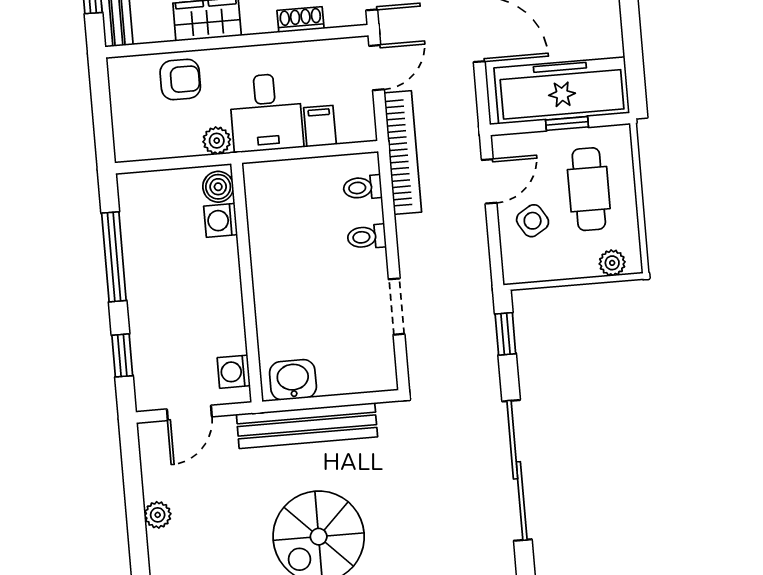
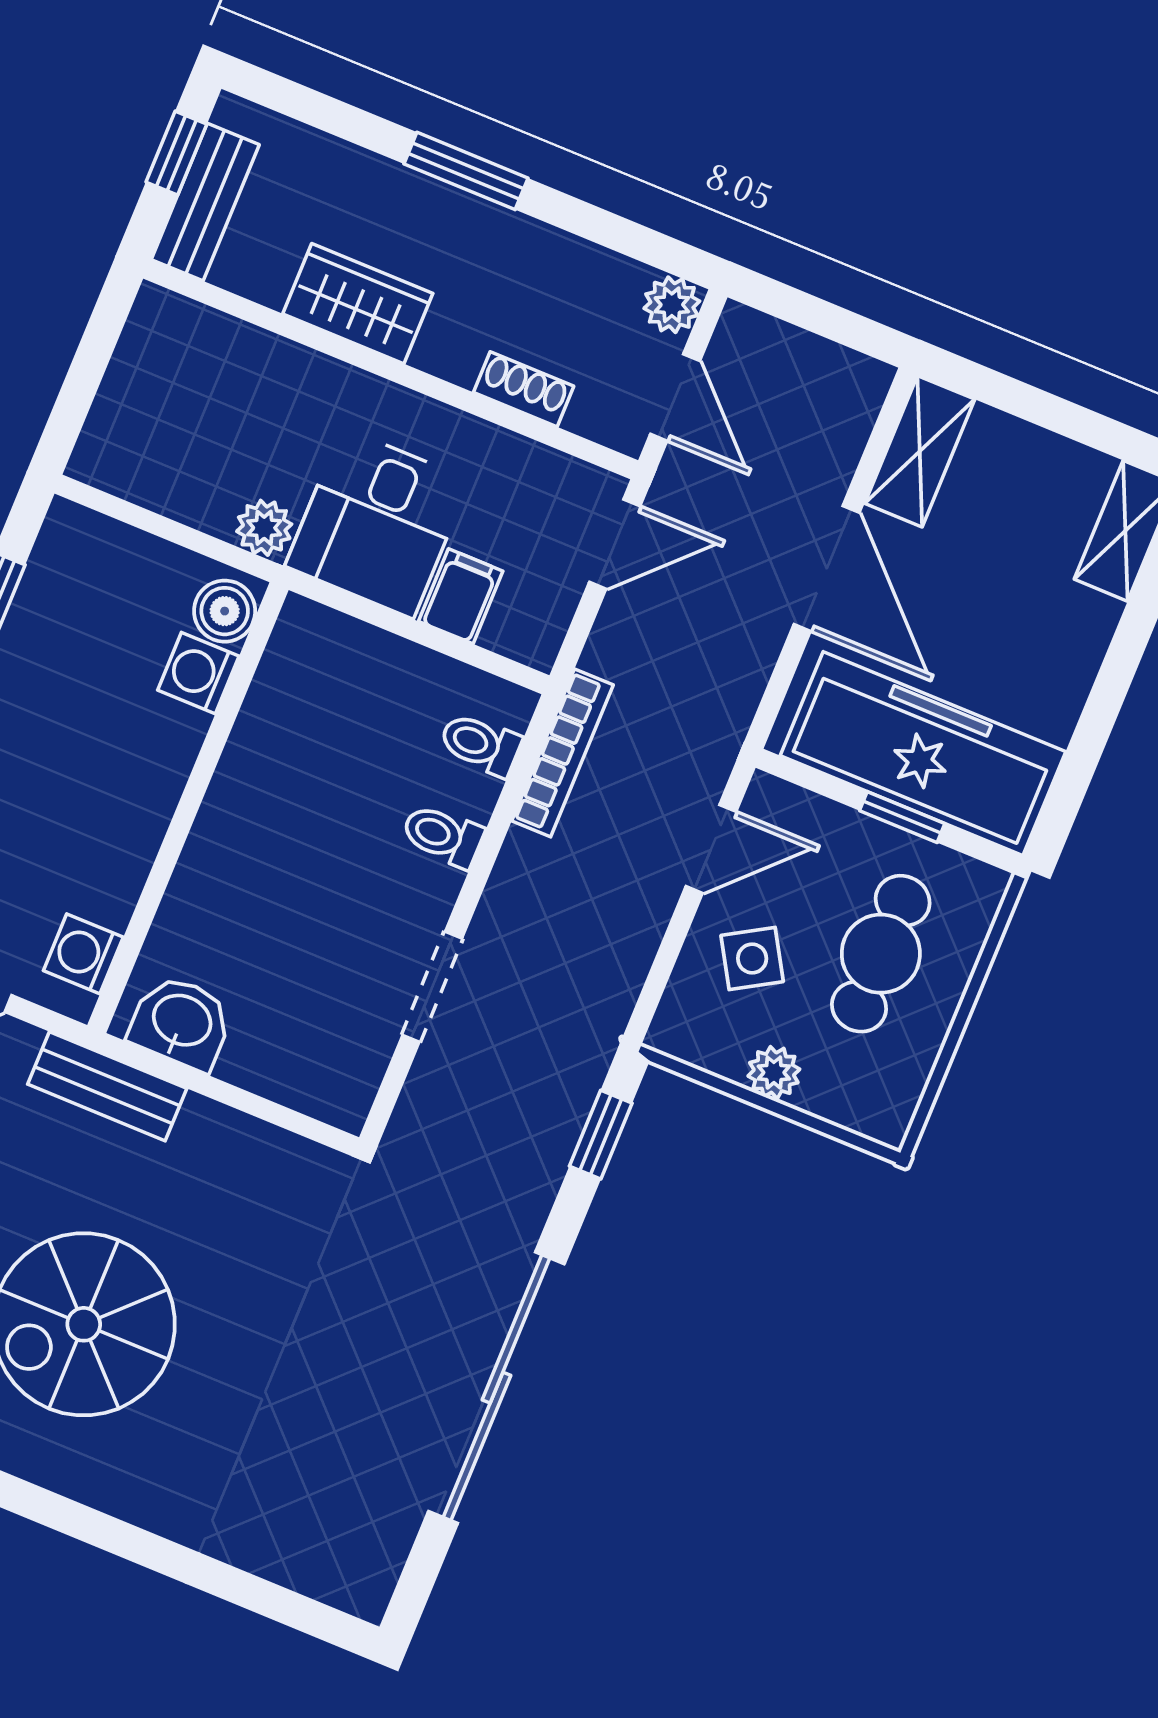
armchair: (180, 79) -> (255, 386), removed
bookcase: (403, 153) -> (563, 753), width x0.68, depth x0.76
plant: (612, 263) -> (774, 1073), moved
bench: (307, 426) -> (107, 1086), width x0.54, depth x0.82

